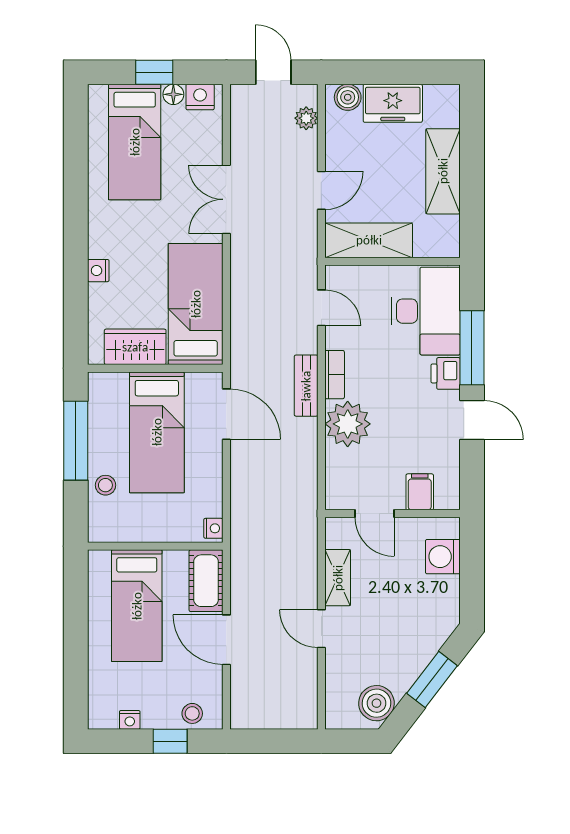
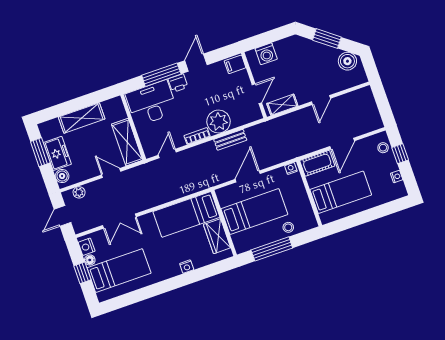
window: (406, 72) -> (40, 152), added
double door: (226, 199) -> (119, 221), moved
bench: (306, 386) -> (230, 140), moved
door: (226, 414) -> (248, 176), moved
filing cabinet: (420, 492) -> (235, 64), moved
shelving: (338, 578) -> (282, 105), moved

